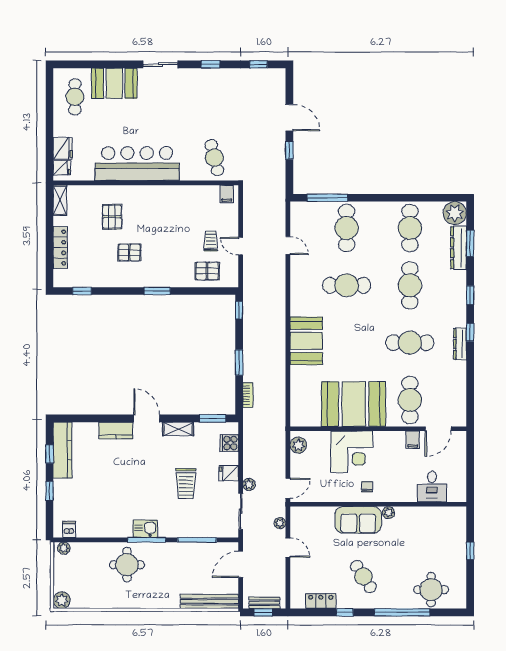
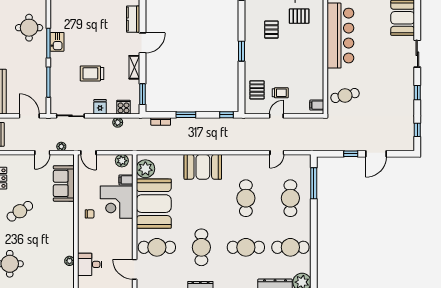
cafe table: (347, 228) -> (290, 198), turned 90
plant: (309, 415) -> (145, 169), added
filing cabinet: (413, 440) -> (126, 180), moved
plant: (249, 484) -> (118, 122), moved
plant: (389, 513) -> (69, 261), moved
sofa: (358, 520) -> (64, 183), moved

